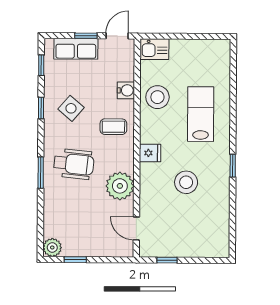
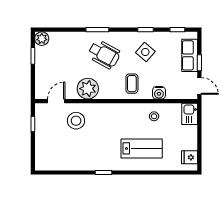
stool: (157, 97) -> (154, 116), width x0.53, depth x0.53
fridge: (150, 153) -> (190, 157), moved, turned 90
wheelchair: (74, 164) -> (104, 54), turned -67
stool: (186, 182) -> (76, 121), moved

